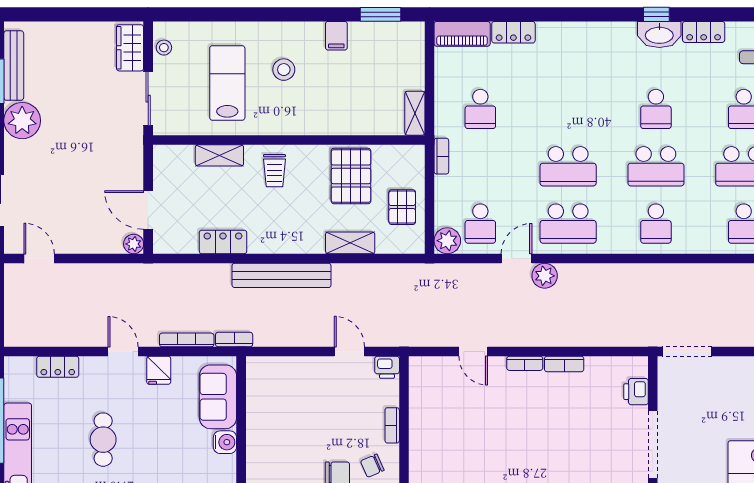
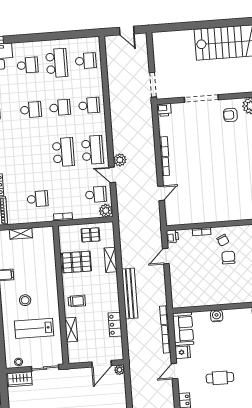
shelving: (415, 113) -> (21, 234), moved
school desk: (656, 166) -> (60, 108), width x0.54
printer: (636, 392) -> (164, 110), moved
sofa: (218, 397) -> (183, 329), moved, turned -90

